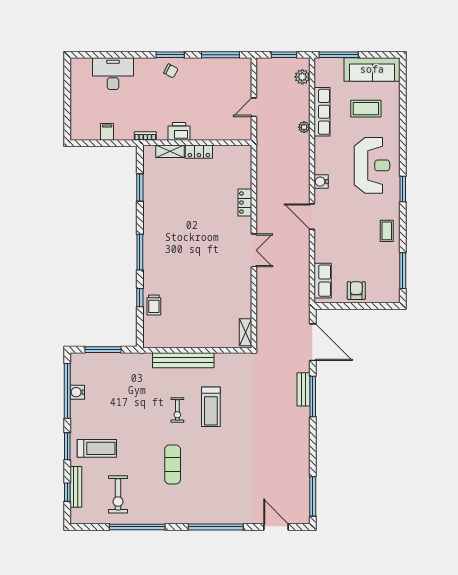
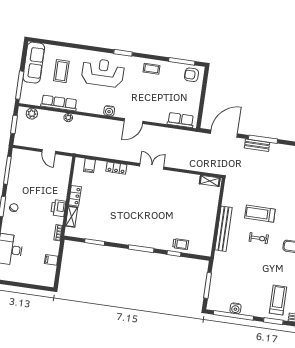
filing cabinet: (243, 165) -> (89, 166), added
armchair: (356, 291) -> (192, 75), moved
treadmill: (211, 407) -> (260, 214), turned 180

